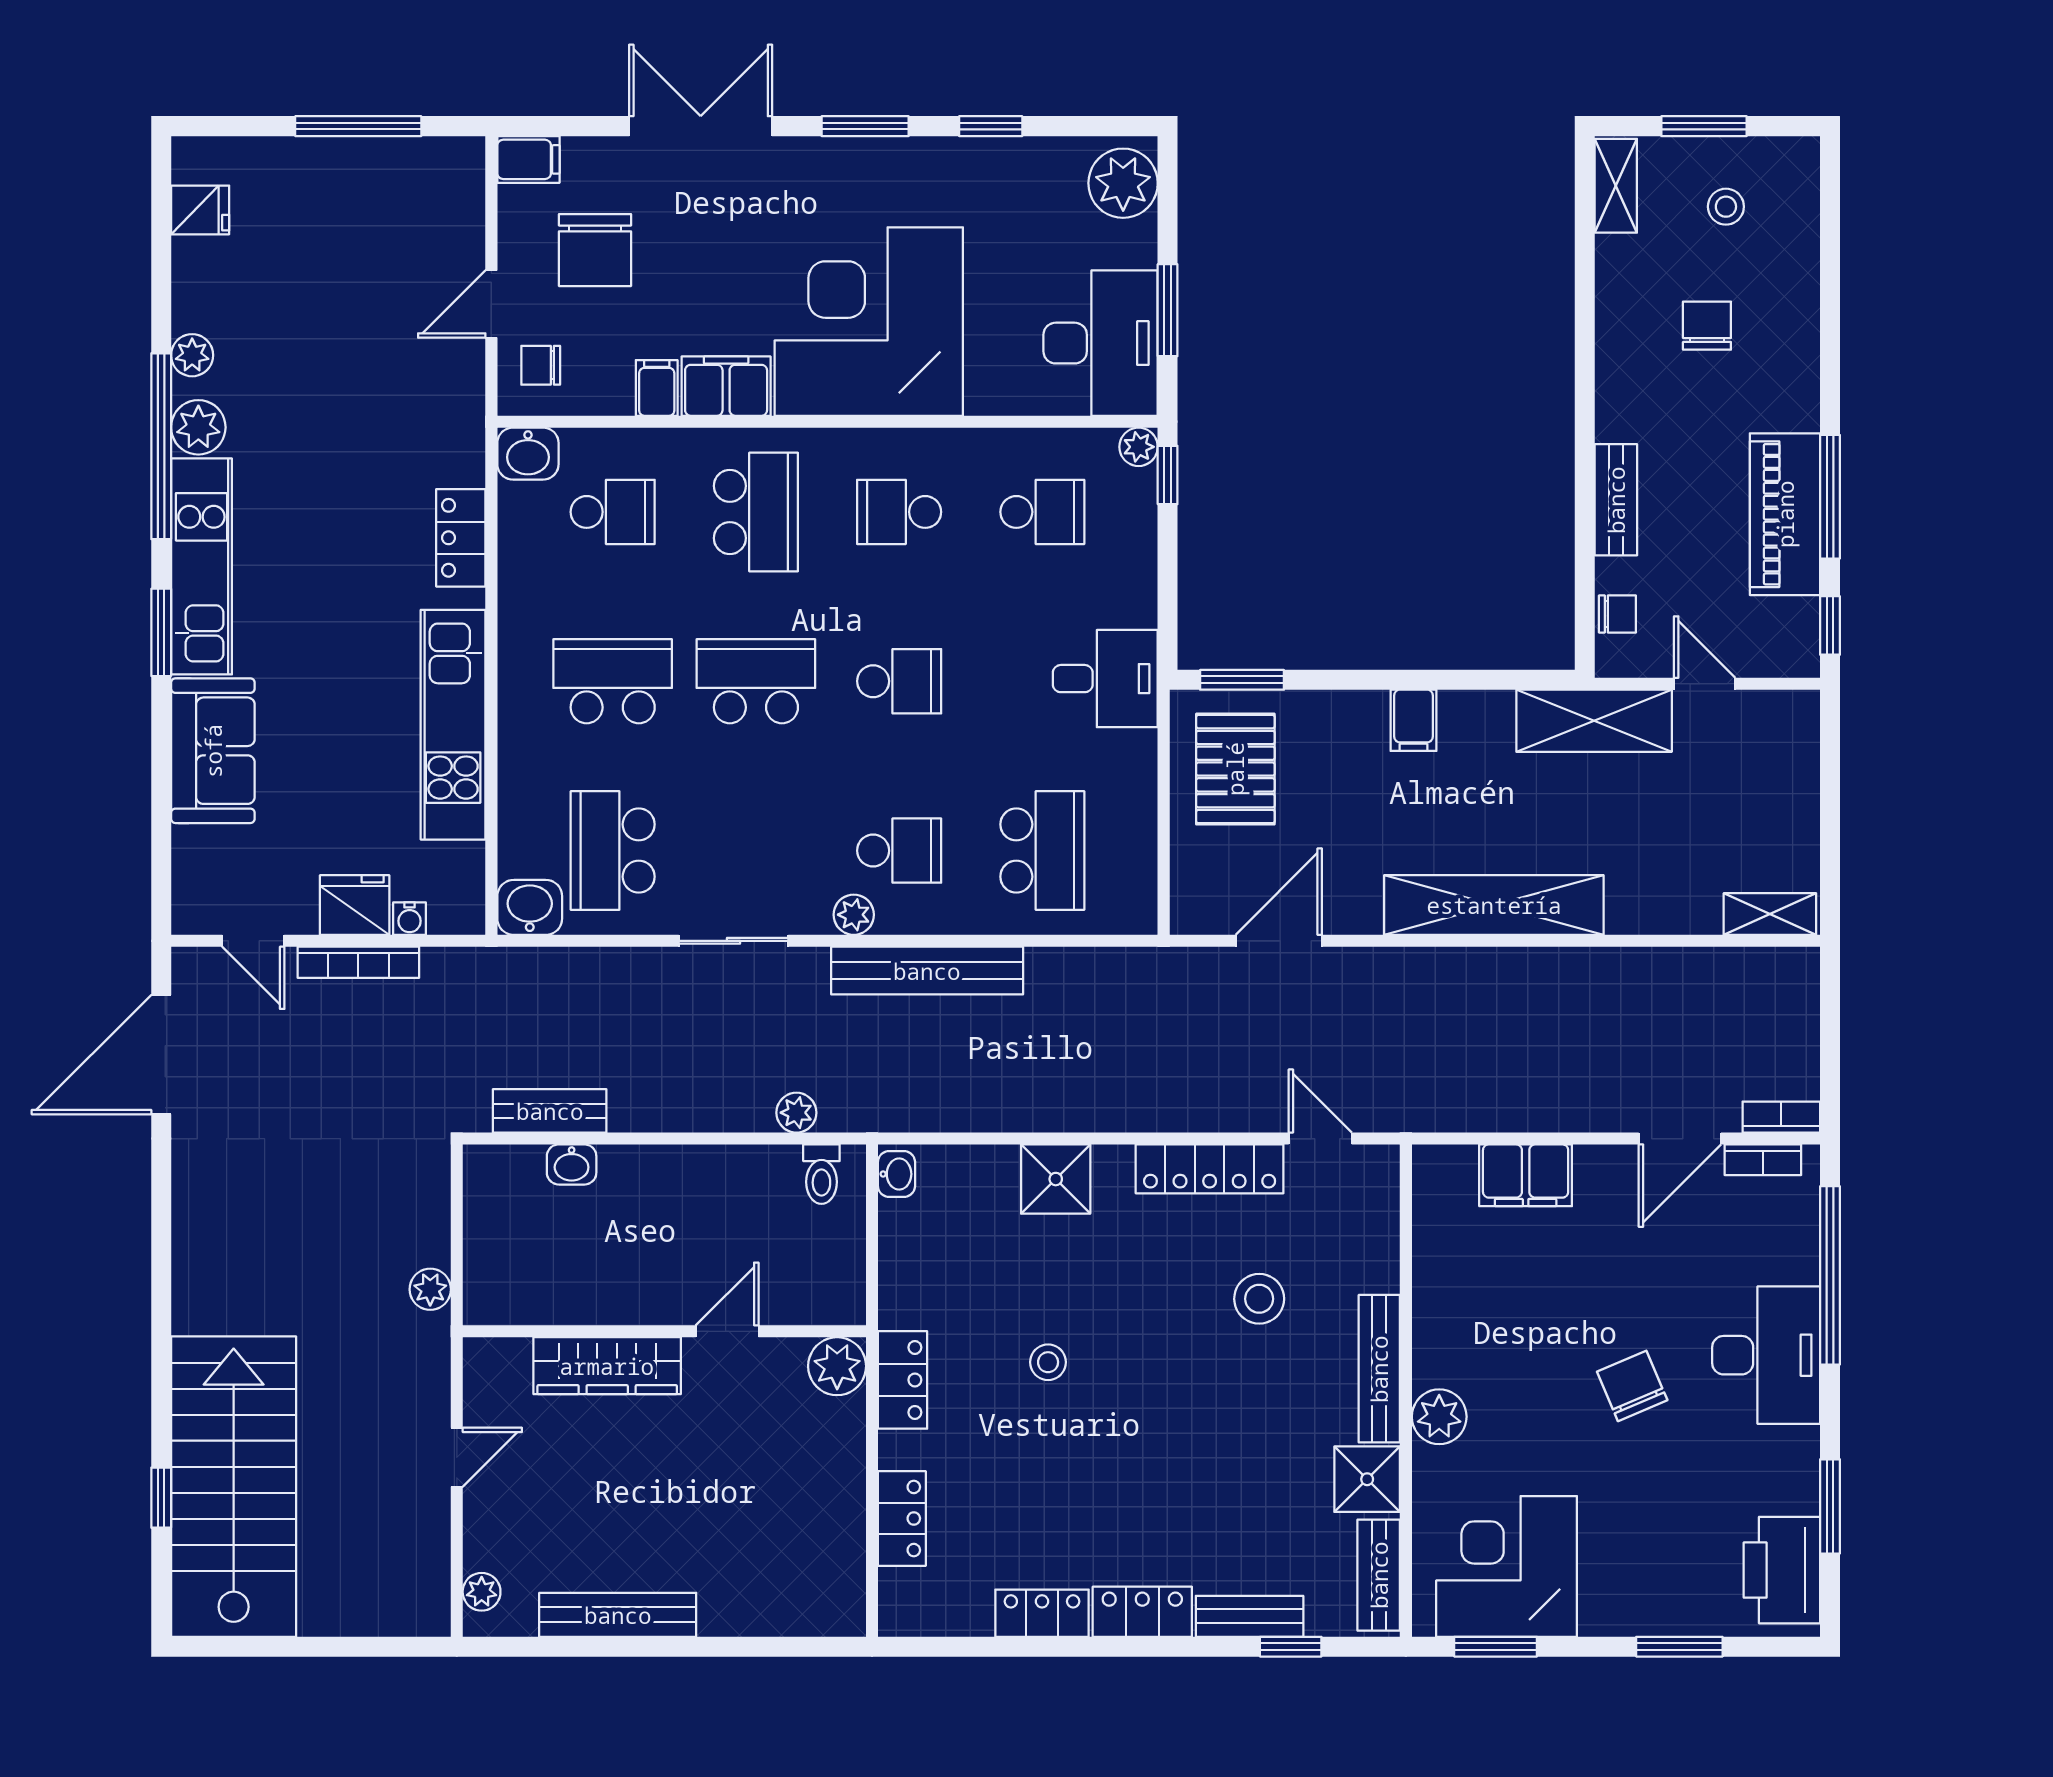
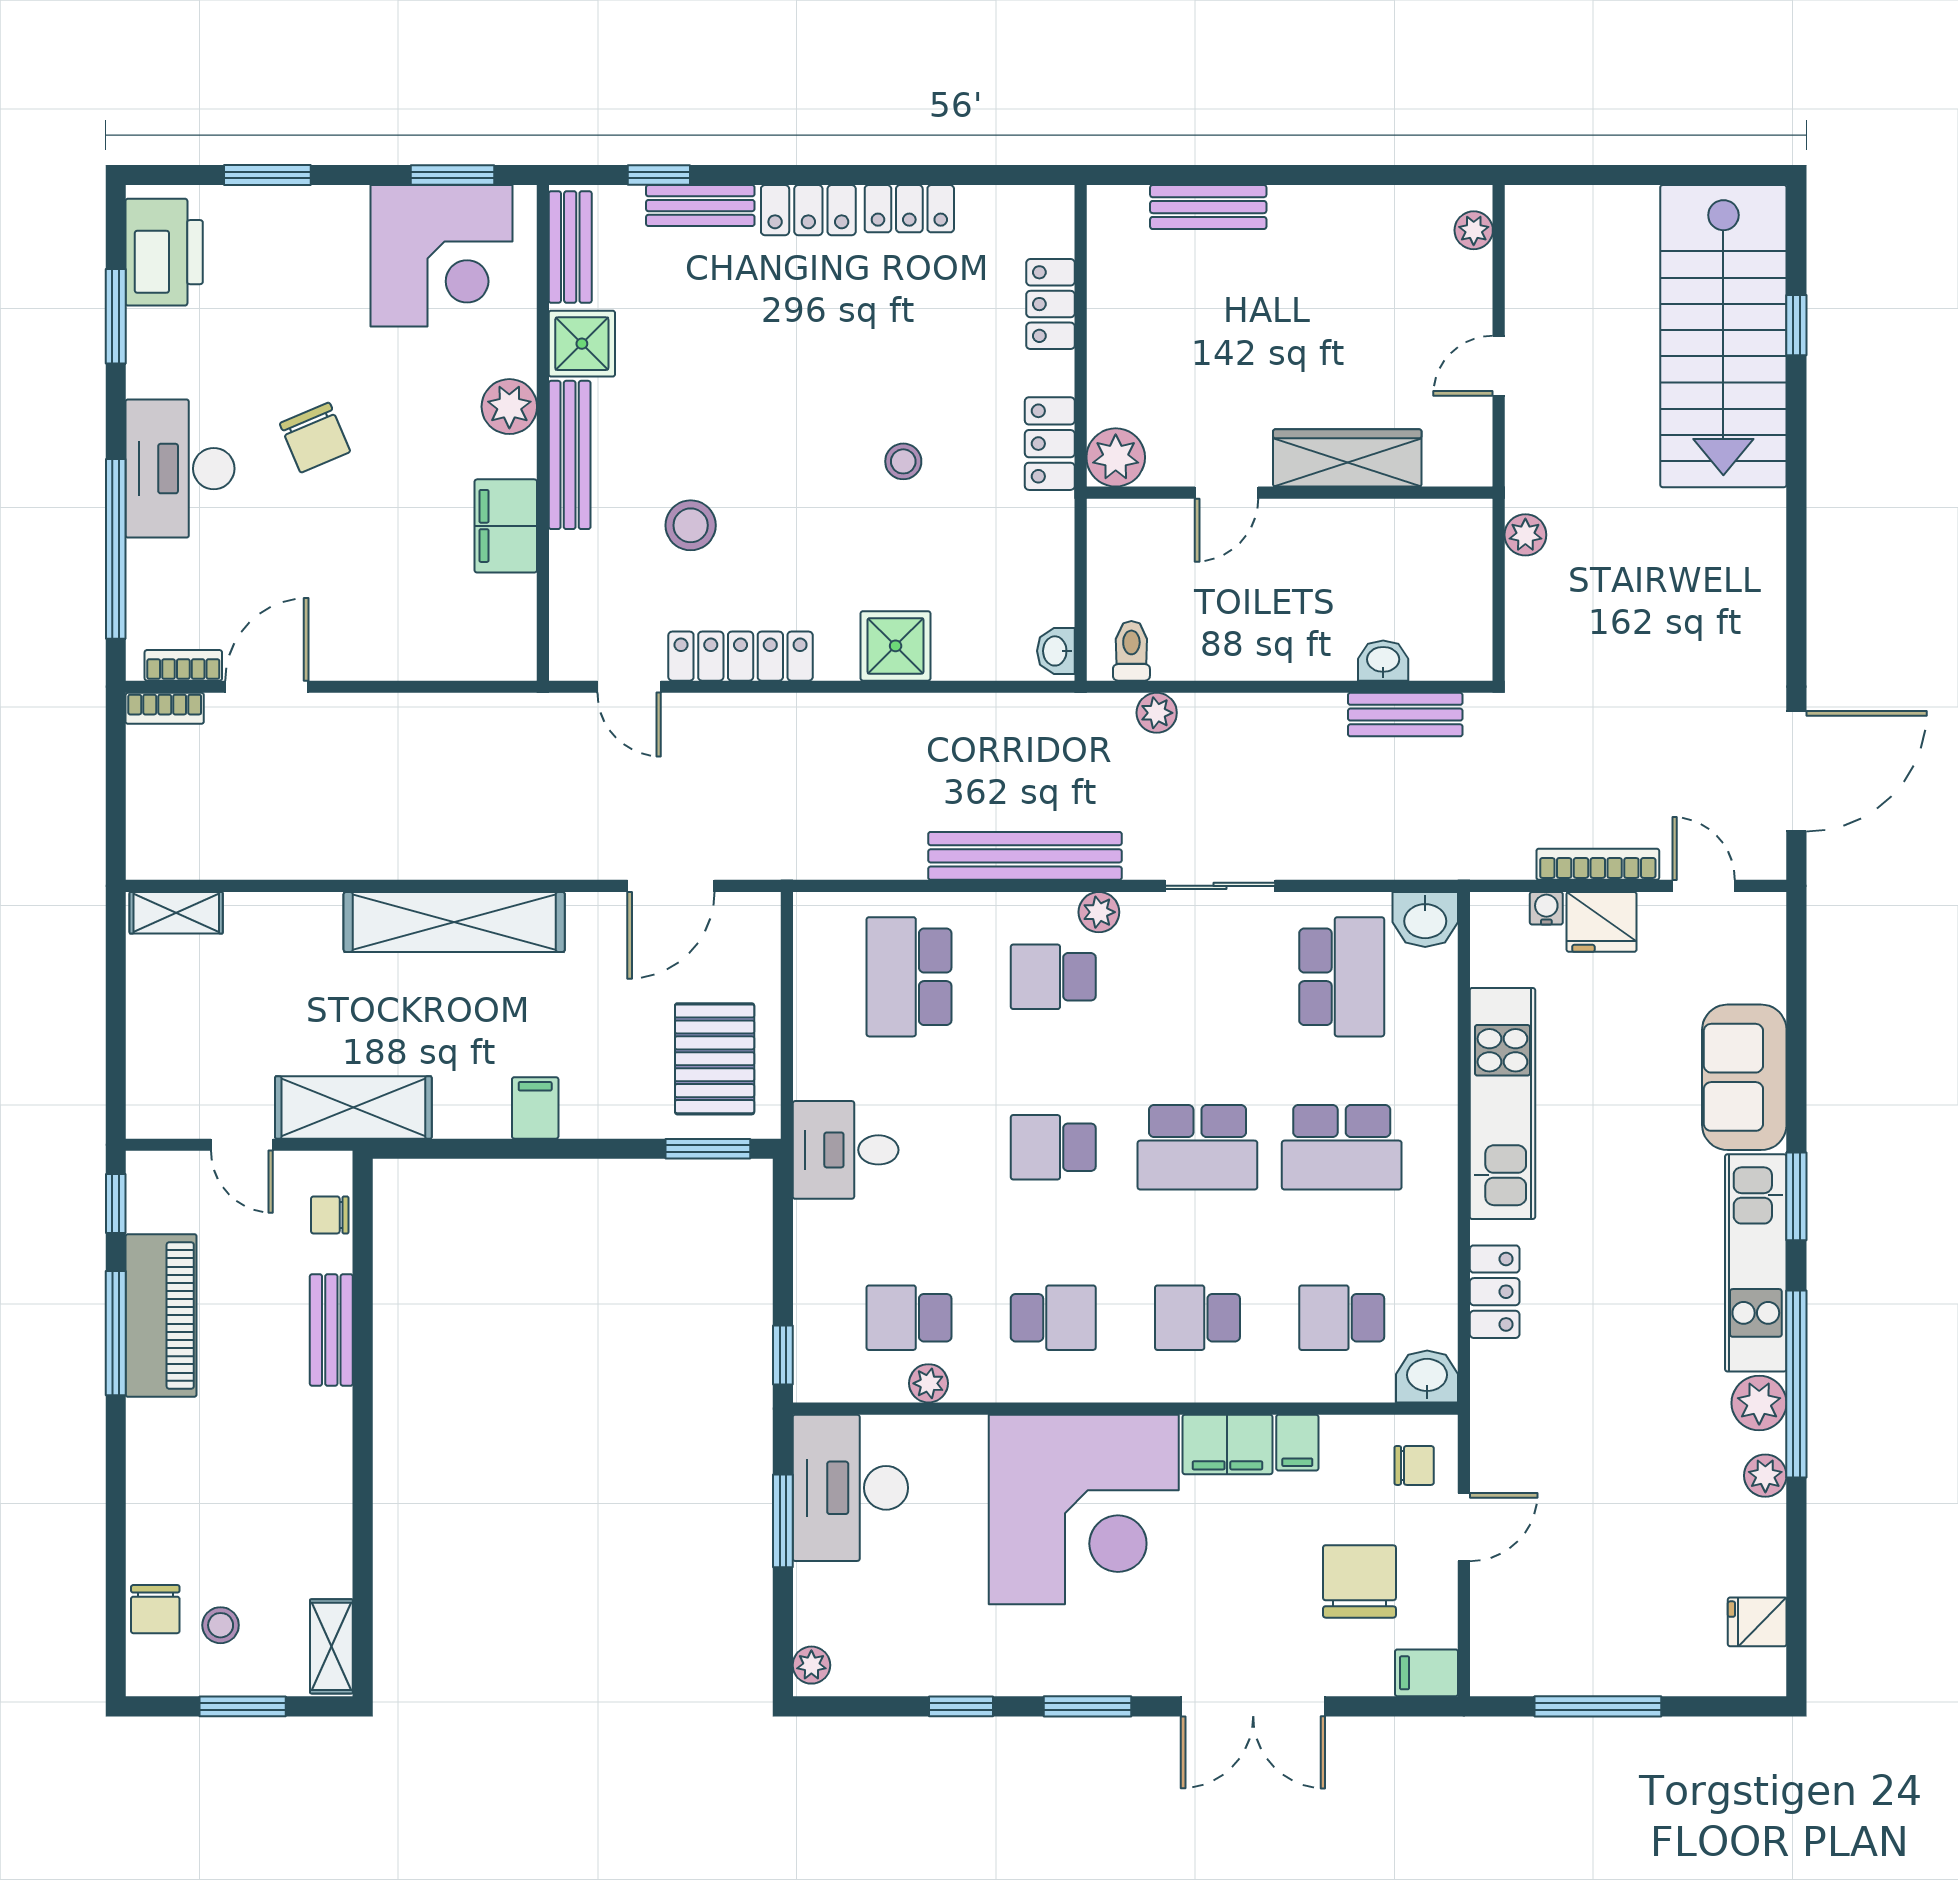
plant: (1123, 183) -> (811, 1665), width x0.53, depth x0.53
chair: (1707, 326) -> (155, 1609), moved
plant: (1139, 447) -> (929, 1383), moved
school desk: (756, 512) -> (1197, 1318), width x0.54
filing cabinet: (1526, 1175) -> (506, 526), moved, turned -90
bench: (618, 1615) -> (1208, 207), moved, width x0.73

